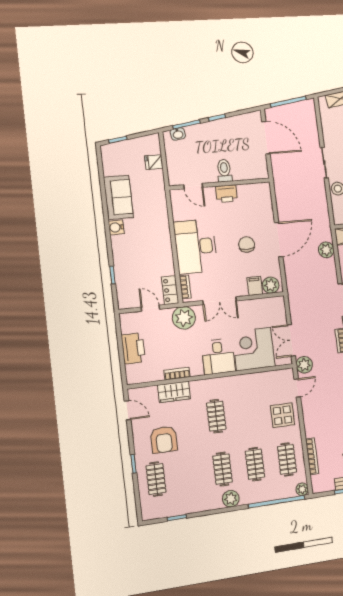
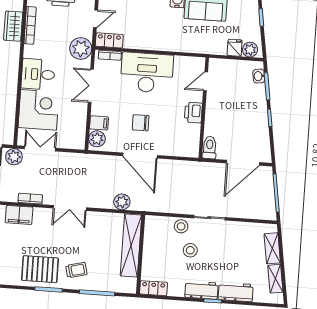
plant: (153, 146) -> (250, 50), added
toilet: (224, 171) -> (210, 147), moved, turned -90
chair: (247, 244) -> (140, 123), turned 180
bookcase: (177, 374) -> (30, 25), width x1.56

